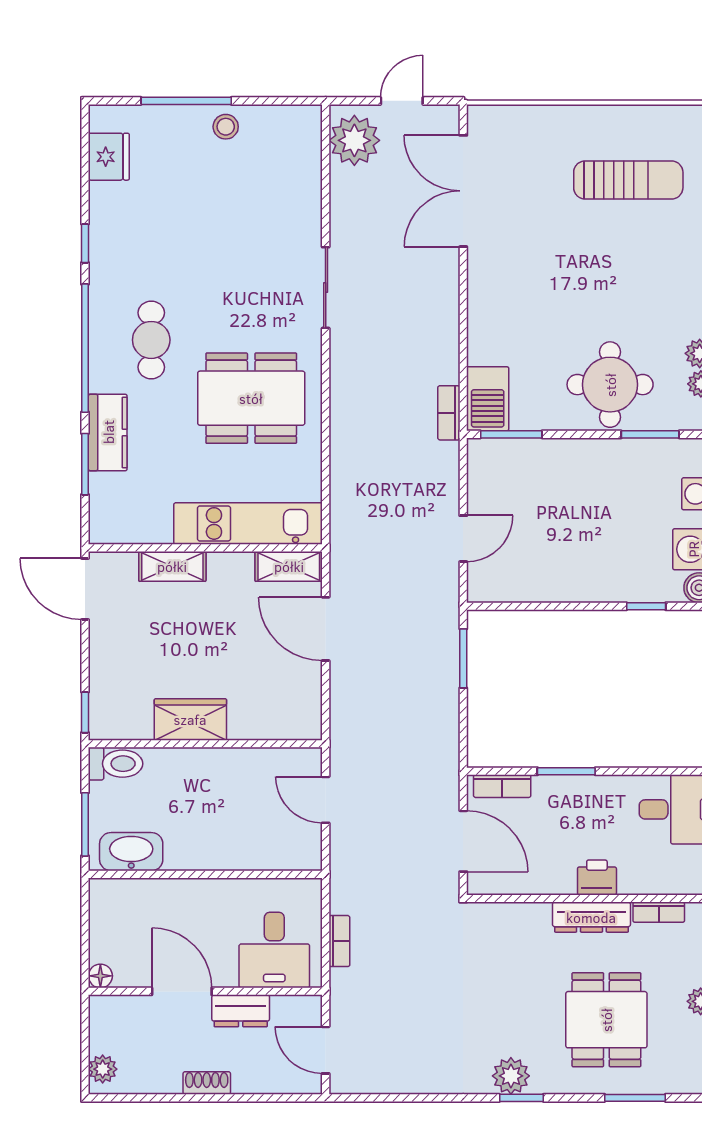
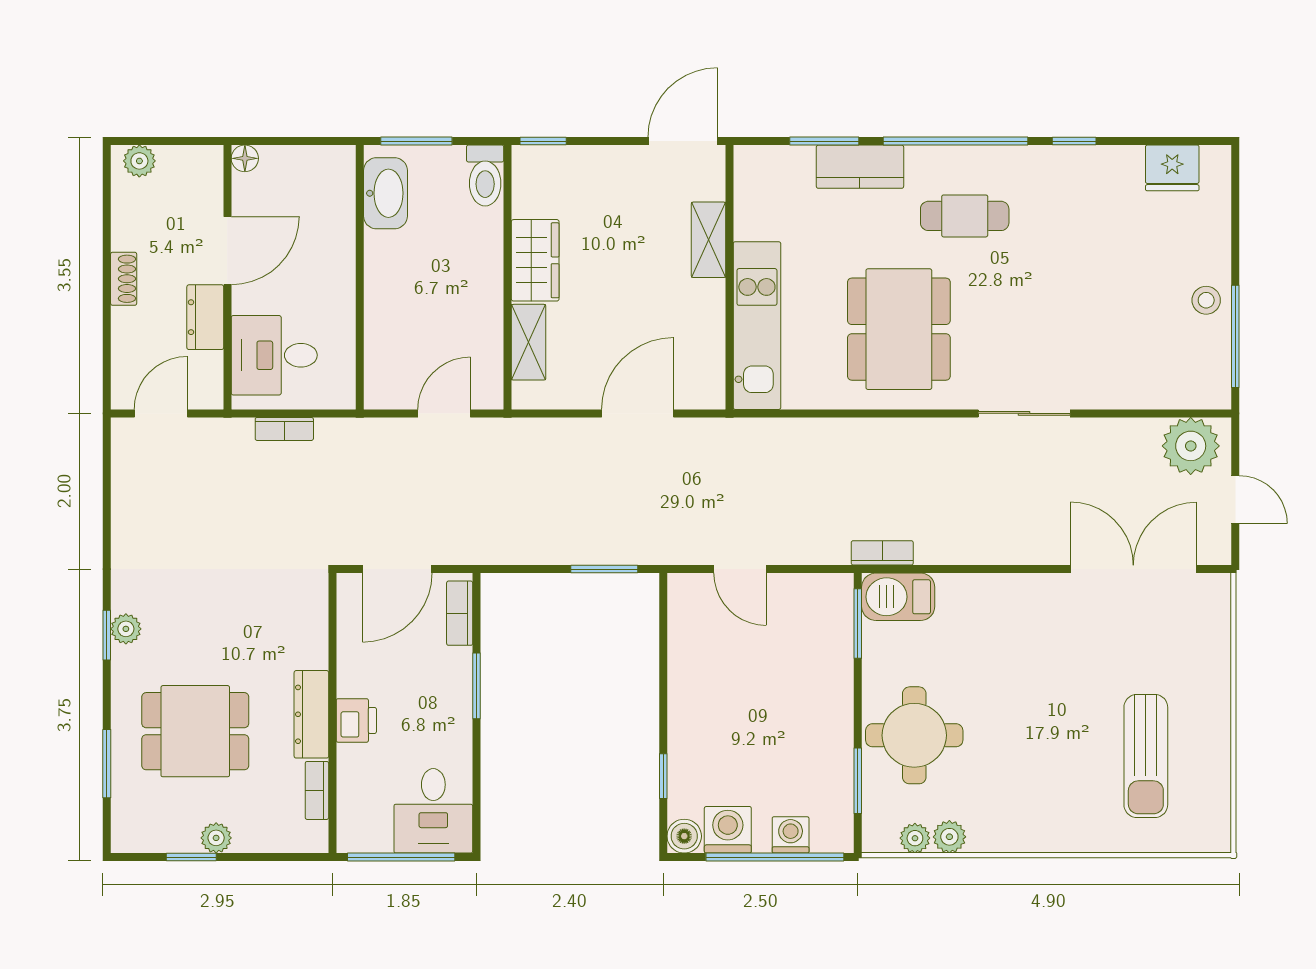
window: (186, 101) -> (1235, 336), moved
shelving: (289, 566) -> (529, 342), moved
plant: (511, 1076) -> (126, 629), width x0.73, depth x0.73

